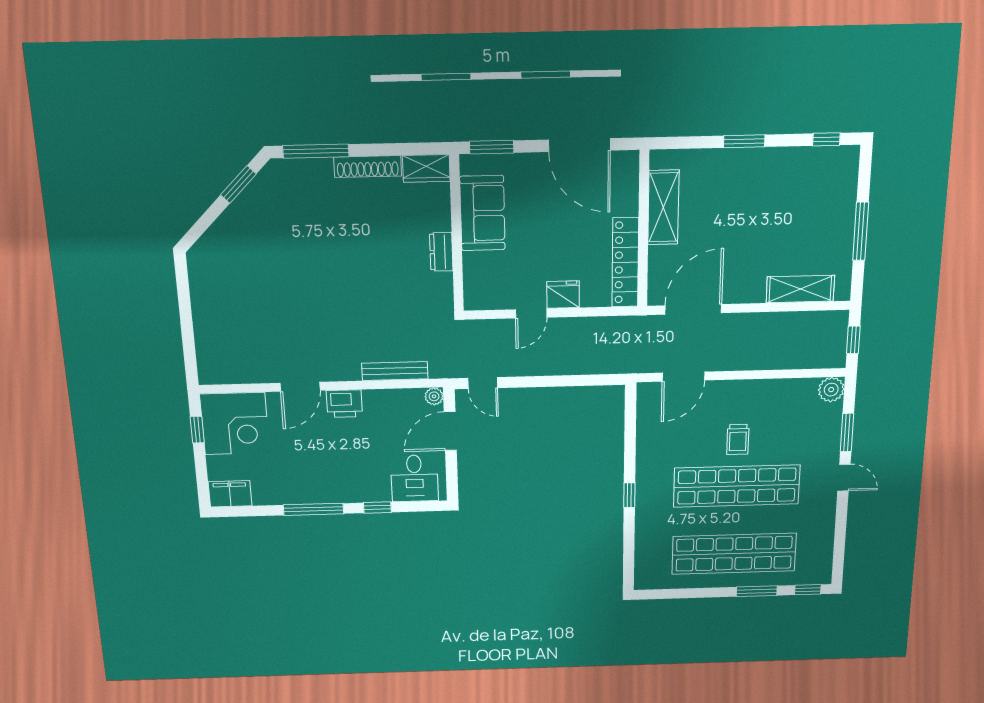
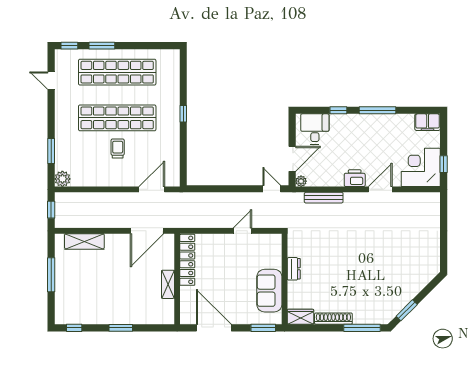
shelving: (663, 207) -> (168, 284), width x0.67, depth x0.75
fridge: (563, 295) -> (223, 242), removed
door: (844, 478) -> (51, 81), moved

